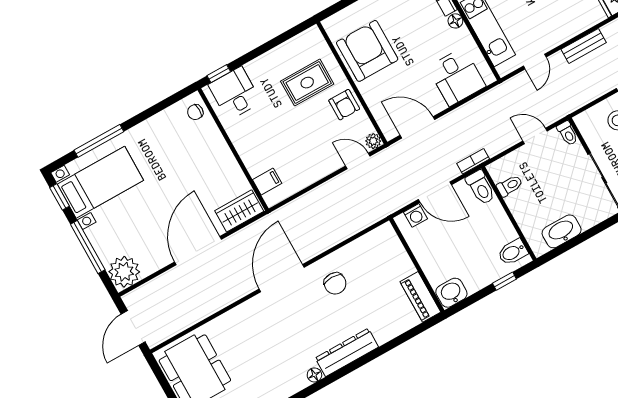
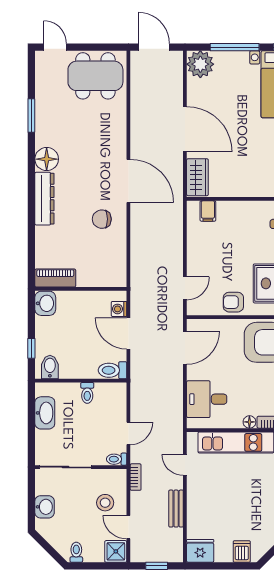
plant: (373, 141) -> (193, 309), removed
bookcase: (473, 161) -> (136, 477), moved
toilet: (510, 186) -> (87, 393), moved
door: (435, 192) -> (128, 334), hinge flipped
floor lamp: (314, 375) -> (47, 159), width x1.89, depth x1.89

